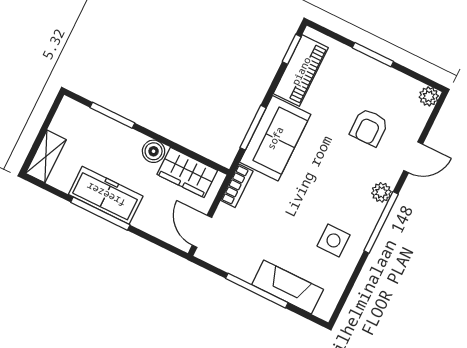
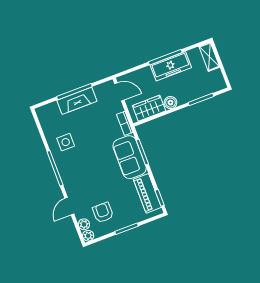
armchair: (369, 127) -> (103, 213), moved
plant: (381, 192) -> (84, 224), moved
fireplace: (288, 287) -> (77, 101), moved

